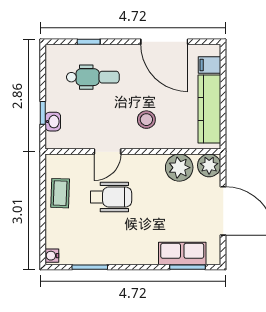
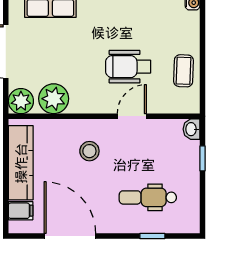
washbasin: (53, 122) -> (192, 129), moved

